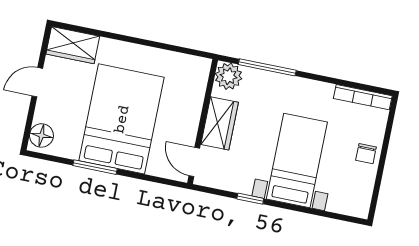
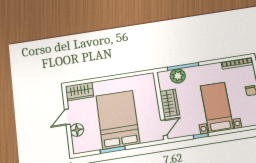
plant: (229, 76) -> (178, 76), moved
floor lamp: (41, 135) -> (77, 130), moved
door: (194, 162) -> (164, 128), swing flipped

